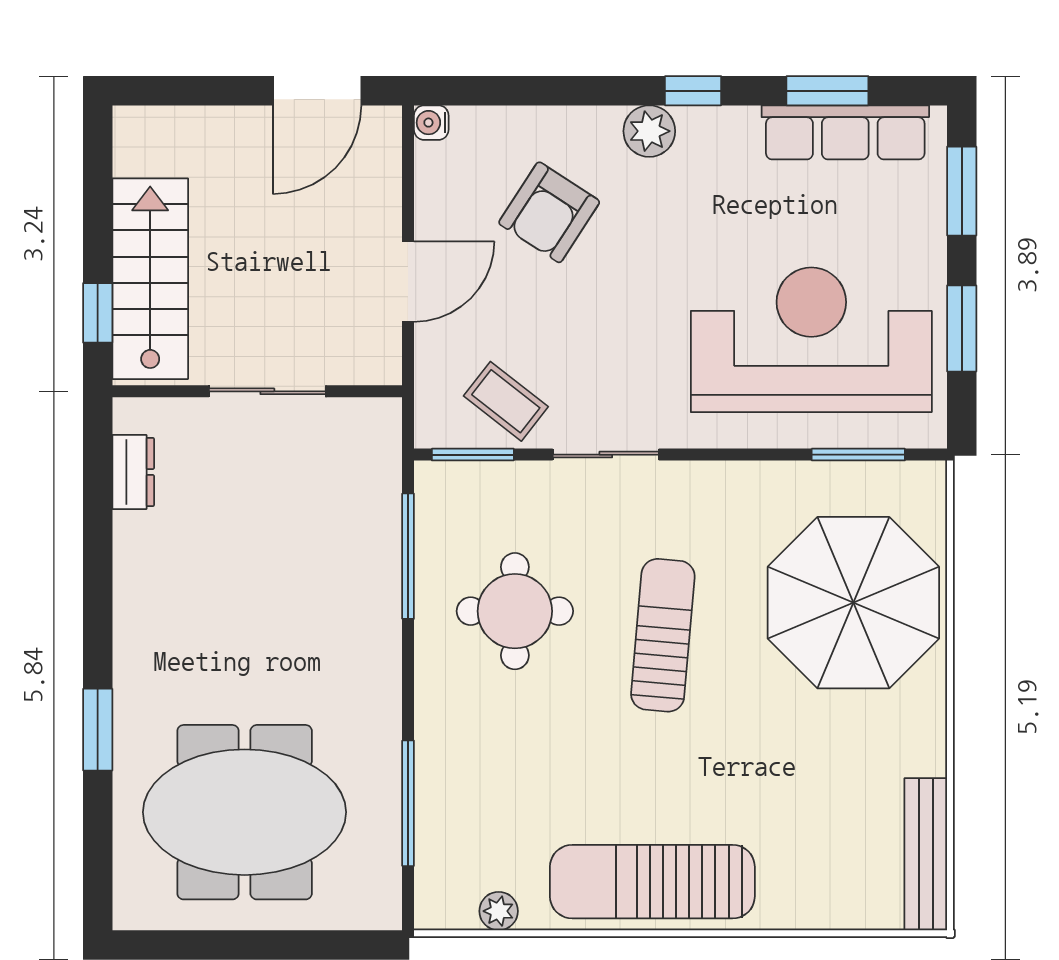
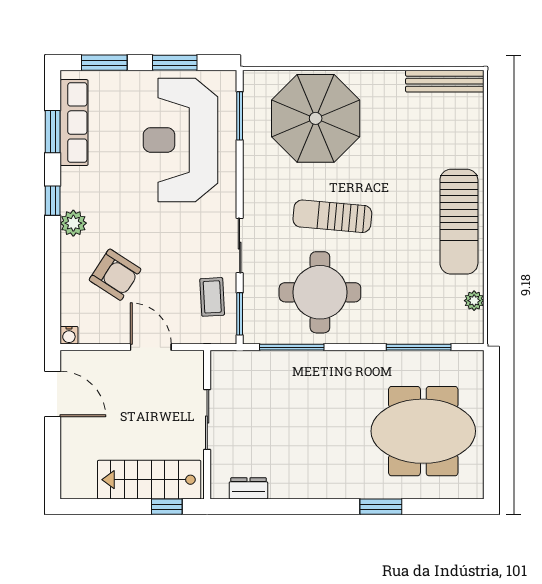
coffee table: (506, 401) -> (212, 297), turned -41
round table: (515, 611) -> (320, 292), width x1.36, depth x1.36
meeting table: (245, 812) -> (423, 431), turned 90

